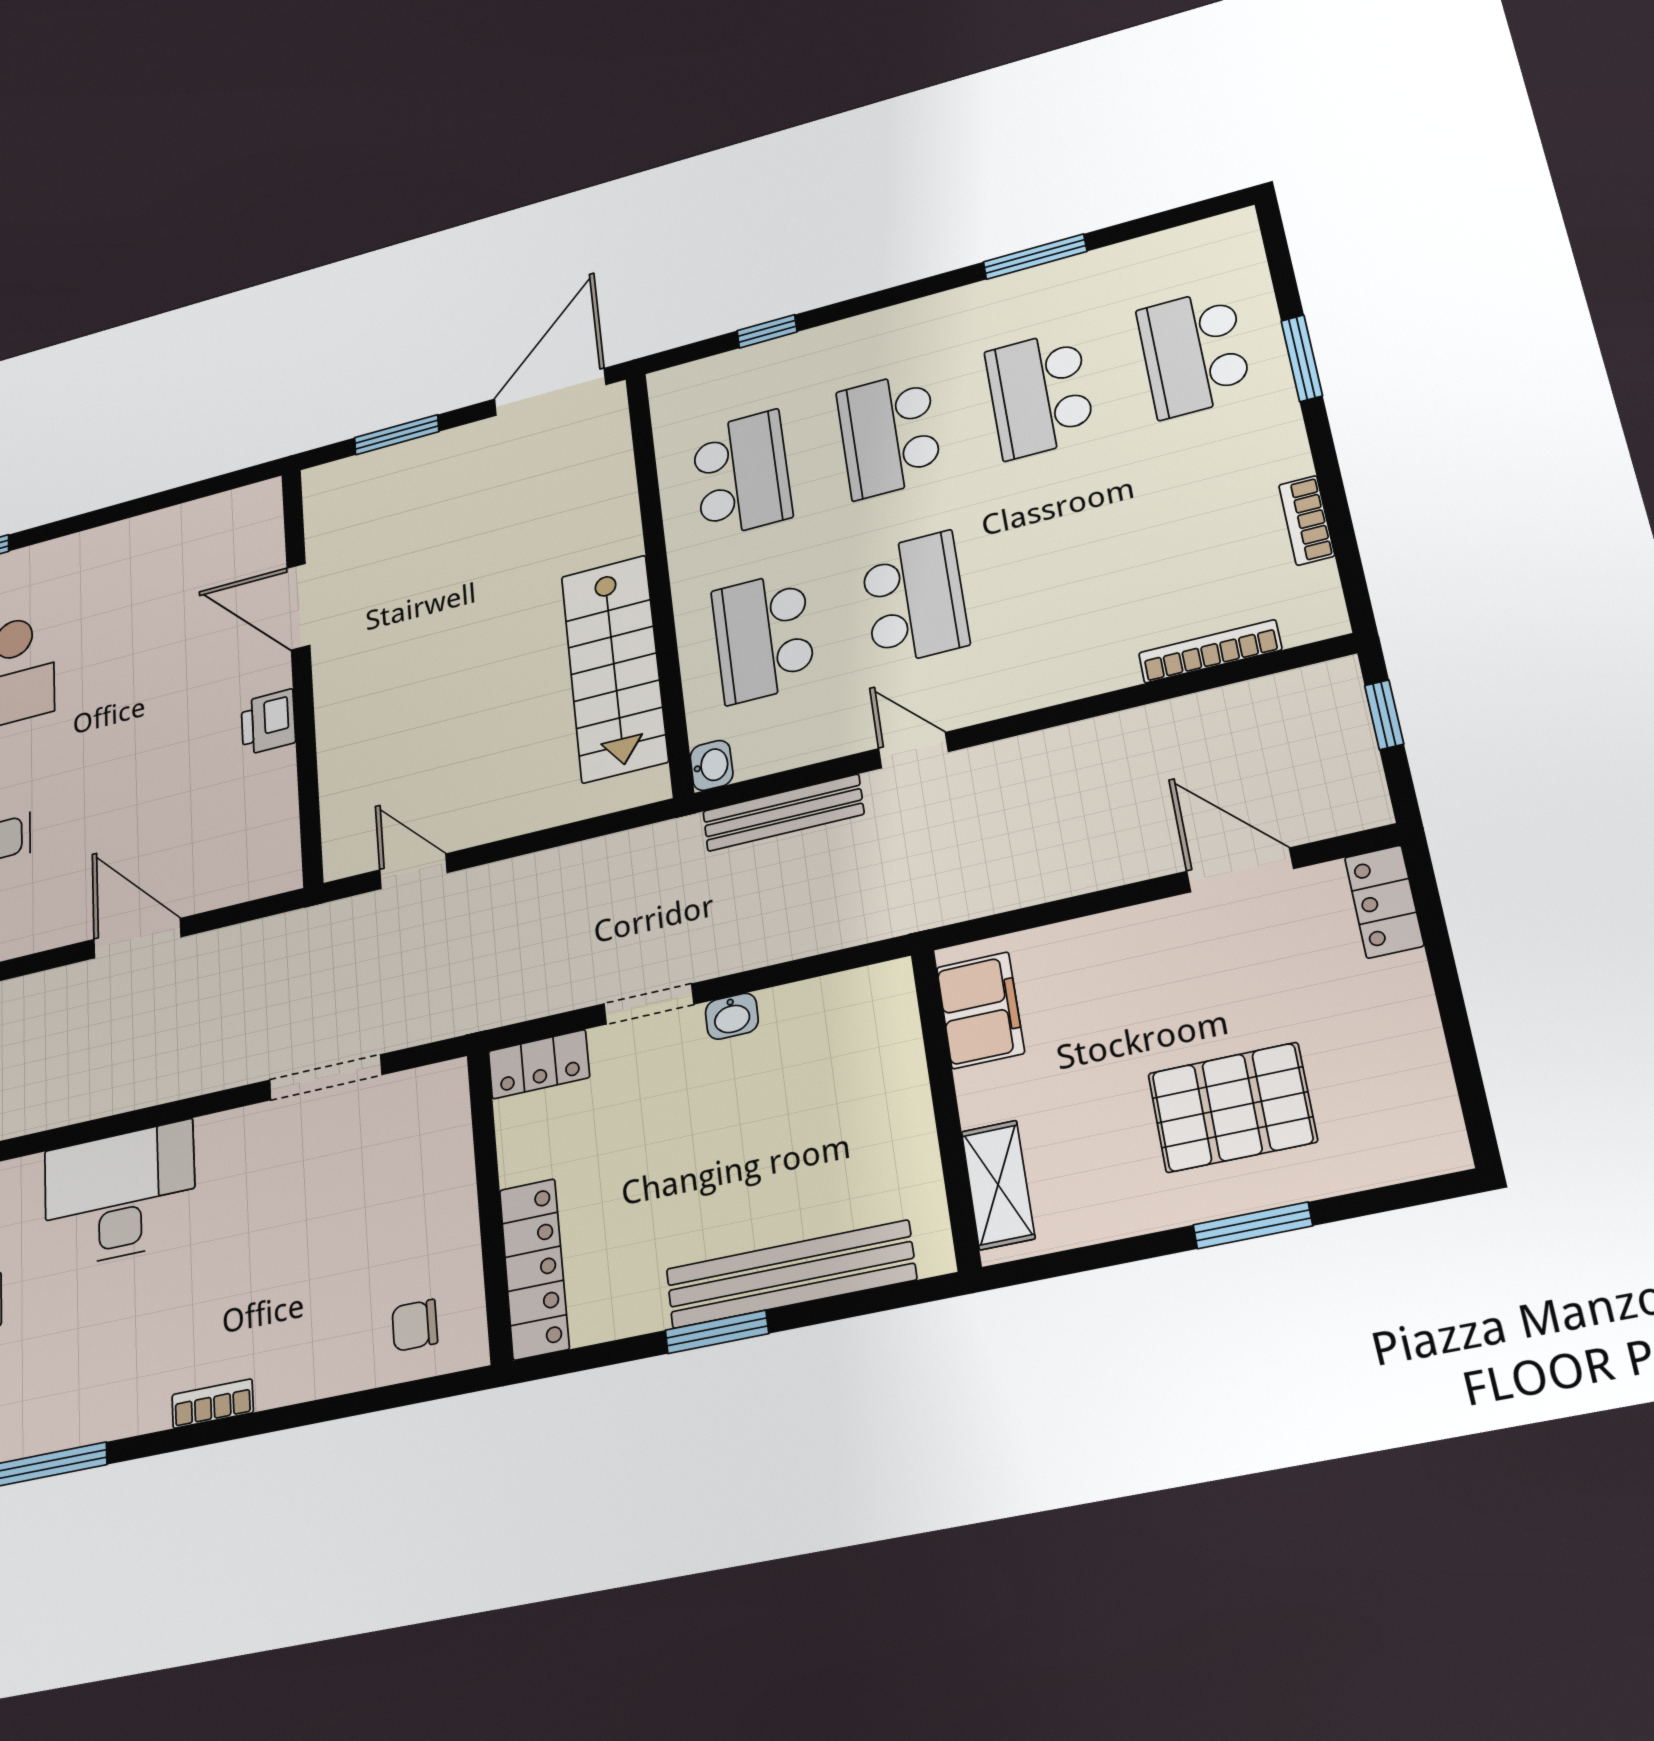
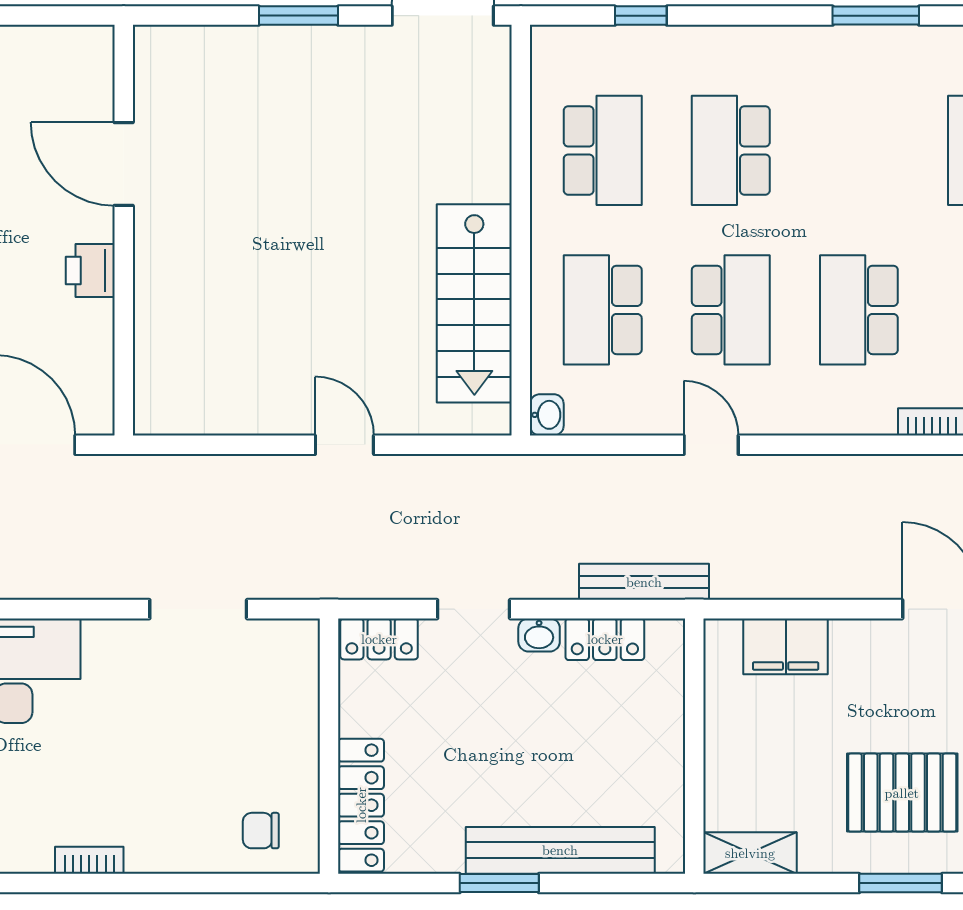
school desk: (1039, 394) -> (859, 310), moved
door: (298, 606) -> (124, 164), moved
wall: (302, 672) -> (124, 230), moved
printer: (268, 722) -> (90, 271), moved
bench: (783, 813) -> (644, 582), moved
door: (413, 871) -> (344, 445), moved
locker: (814, 1003) -> (605, 639), added
filing cabinet: (980, 1010) -> (786, 646), moved, turned 90
shelving: (998, 1185) -> (750, 853), moved, turned 90

